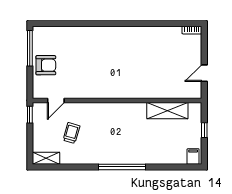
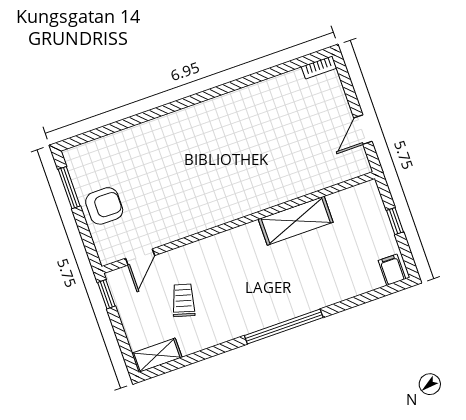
window: (30, 48) -> (69, 188), width x0.69
shelving: (167, 111) -> (296, 221), moved

